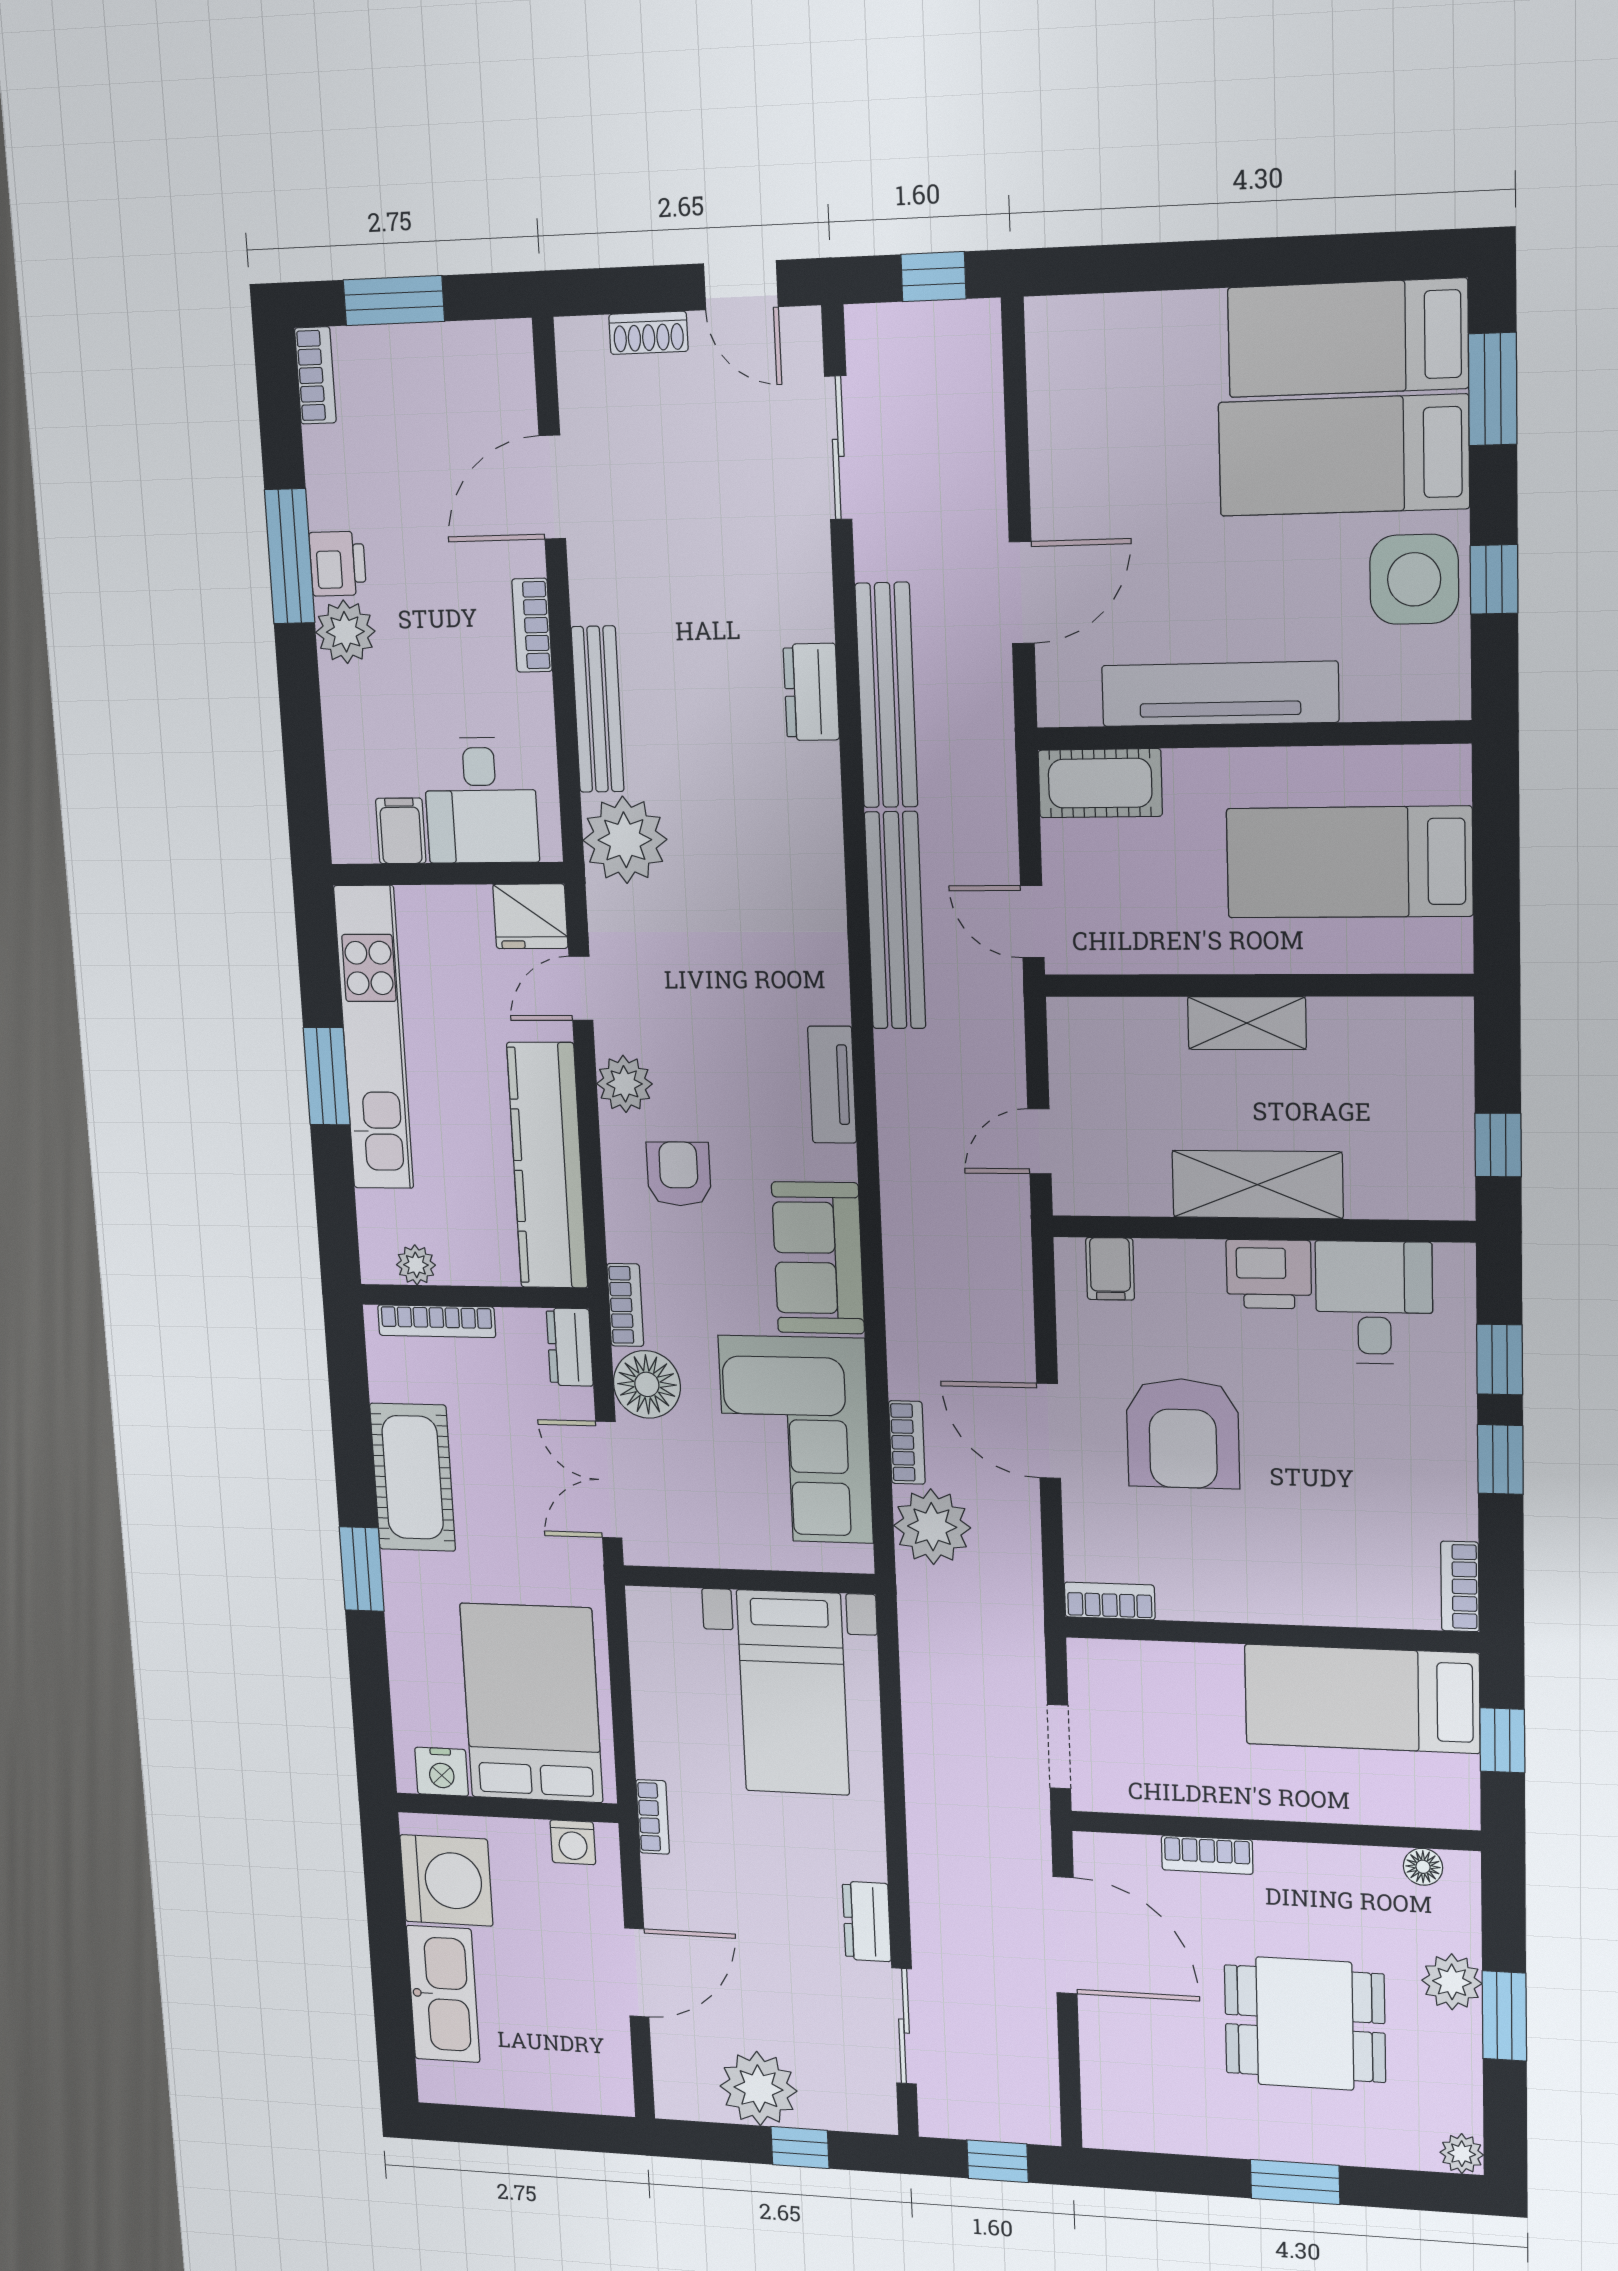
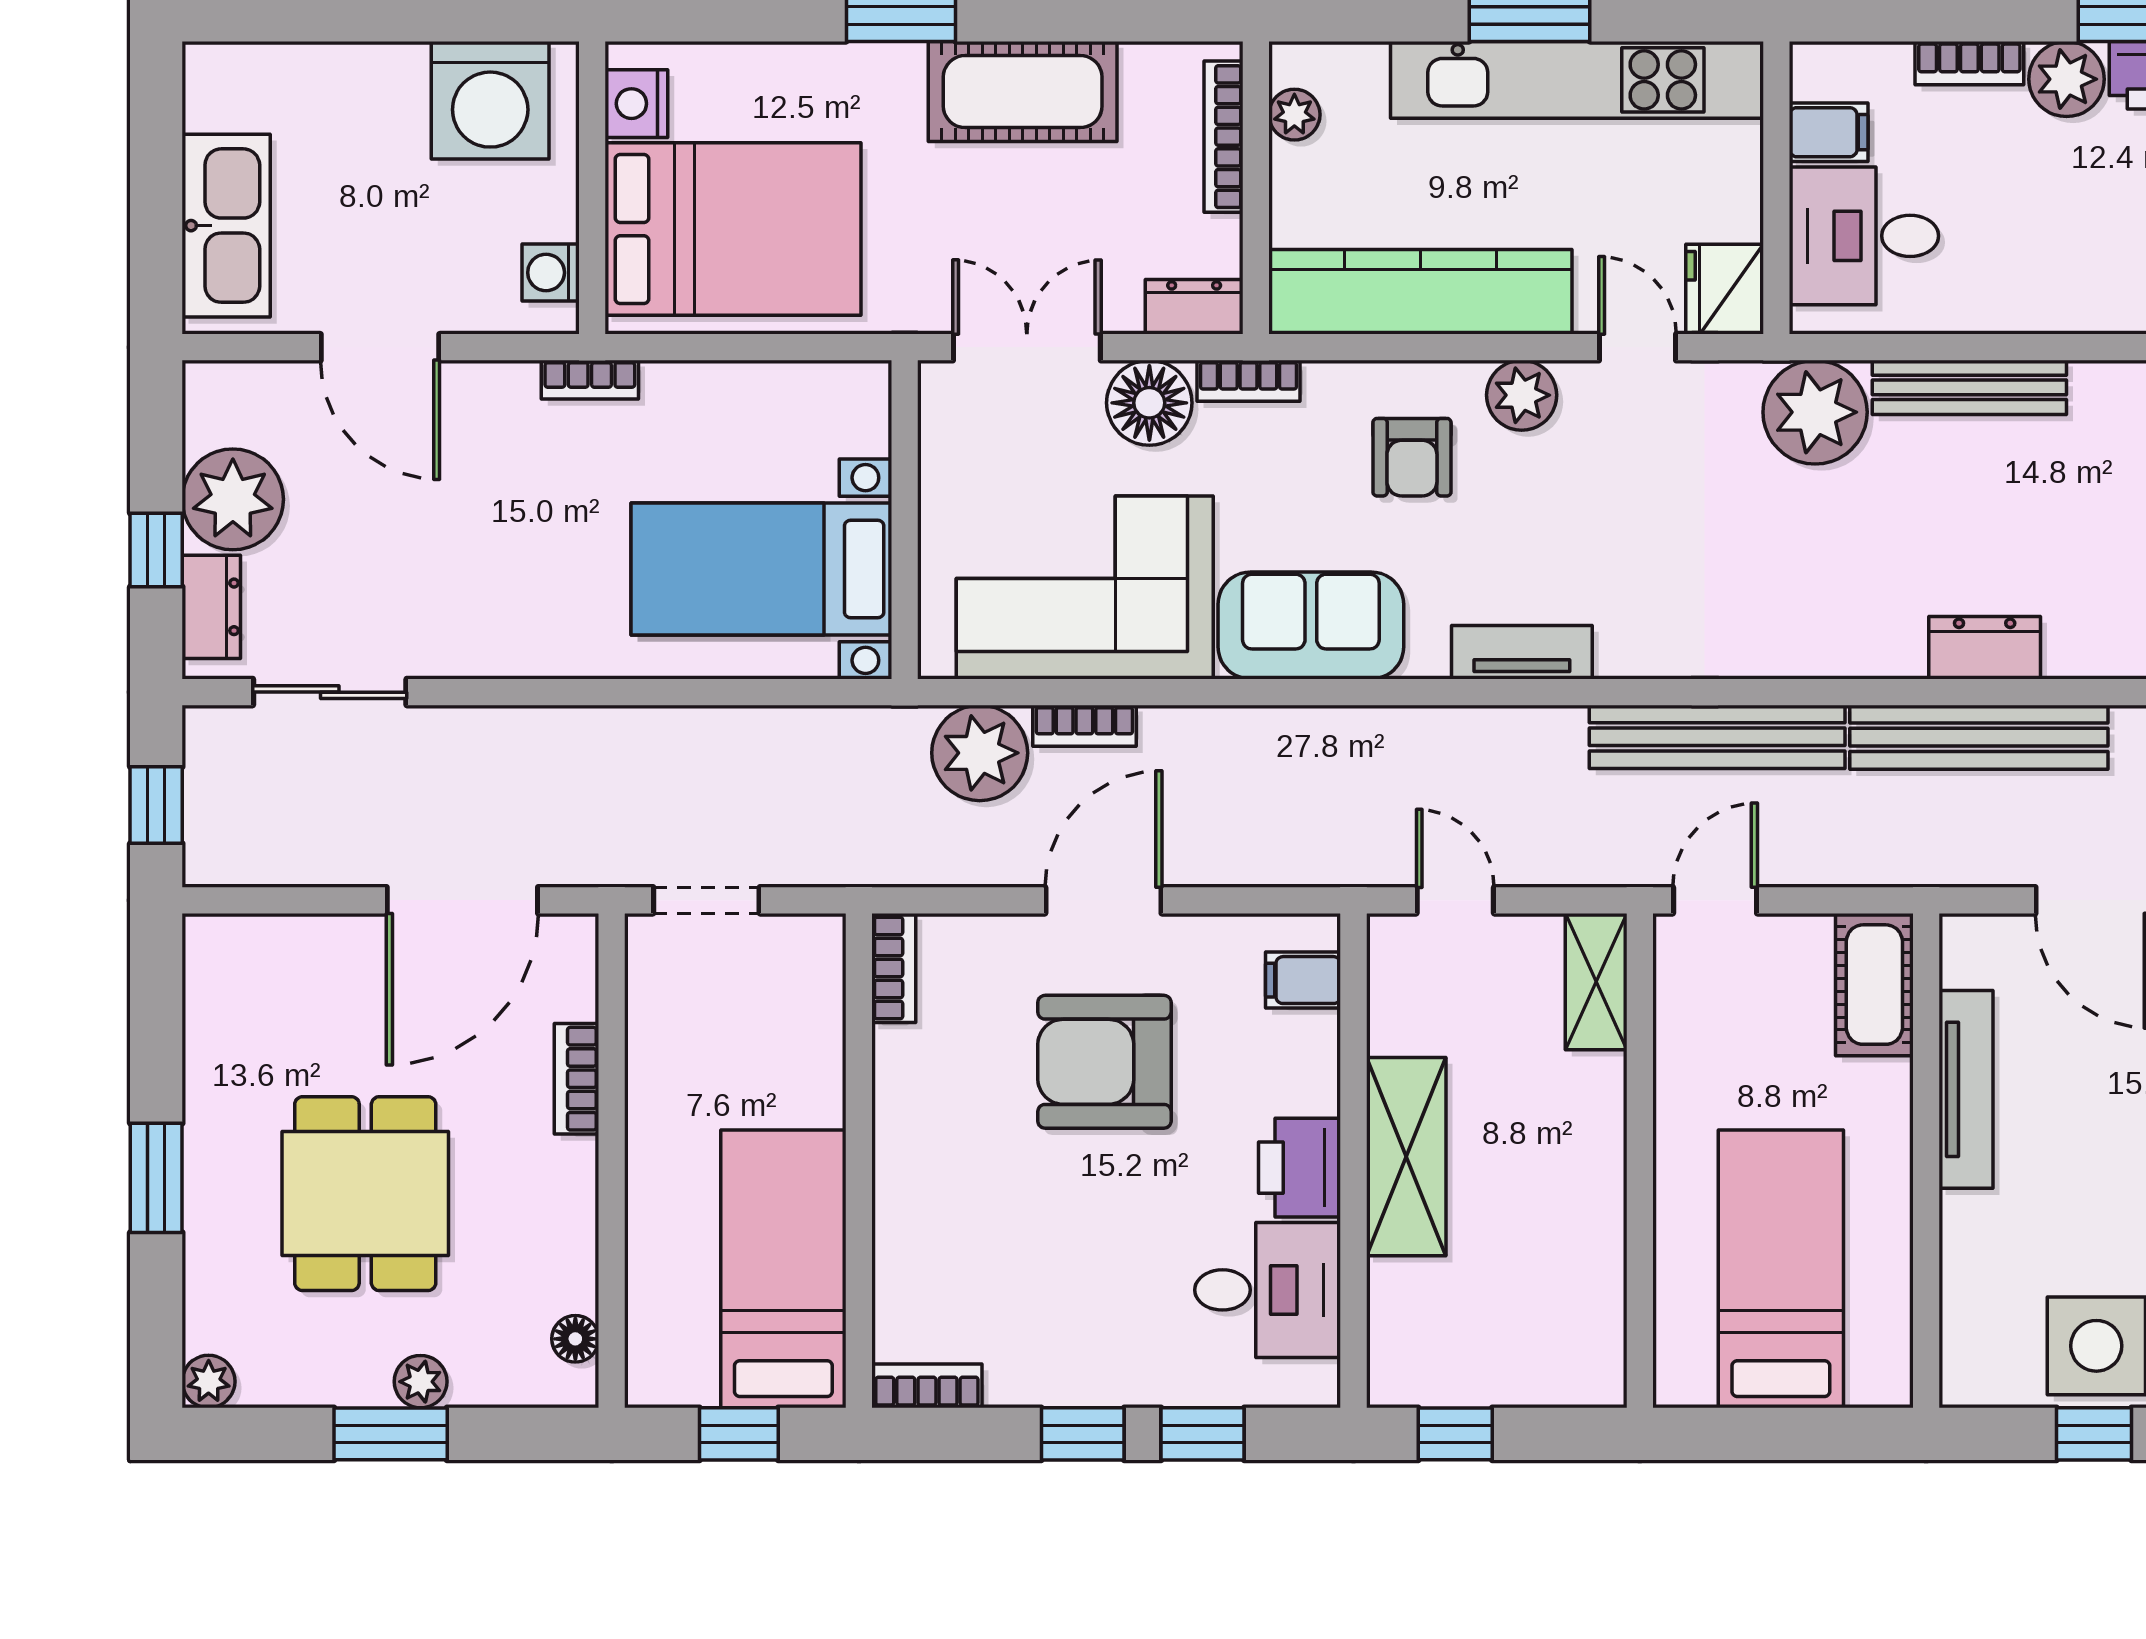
bookcase: (532, 625) -> (1969, 63), moved, turned 180
tv unit: (1220, 694) -> (1966, 1089), width x0.73, depth x0.78
shelving: (1247, 1023) -> (1596, 982), moved
armchair: (679, 1174) -> (1412, 457), turned 90
dresser: (867, 1921) -> (211, 607), moved, turned 90
plant: (1452, 1982) -> (421, 1382), width x0.73, depth x0.73
kitchen sink: (443, 1994) -> (226, 226), moved, turned -90

